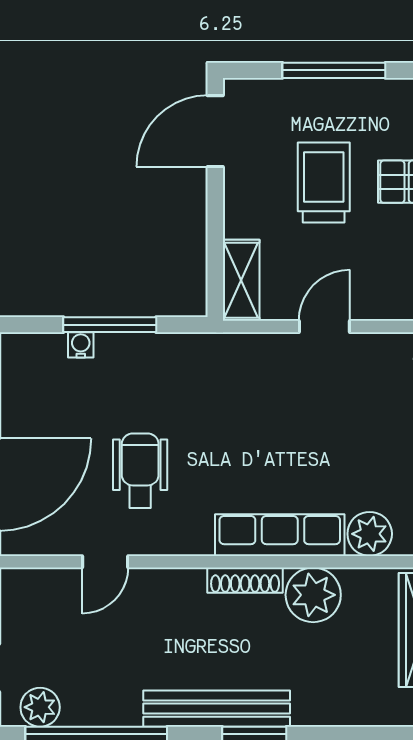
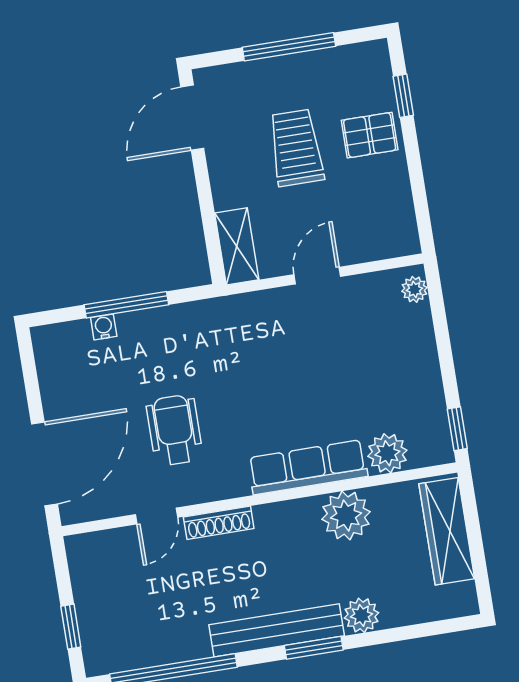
shoe rack: (245, 580) -> (219, 523), moved
plant: (40, 707) -> (362, 615), moved

